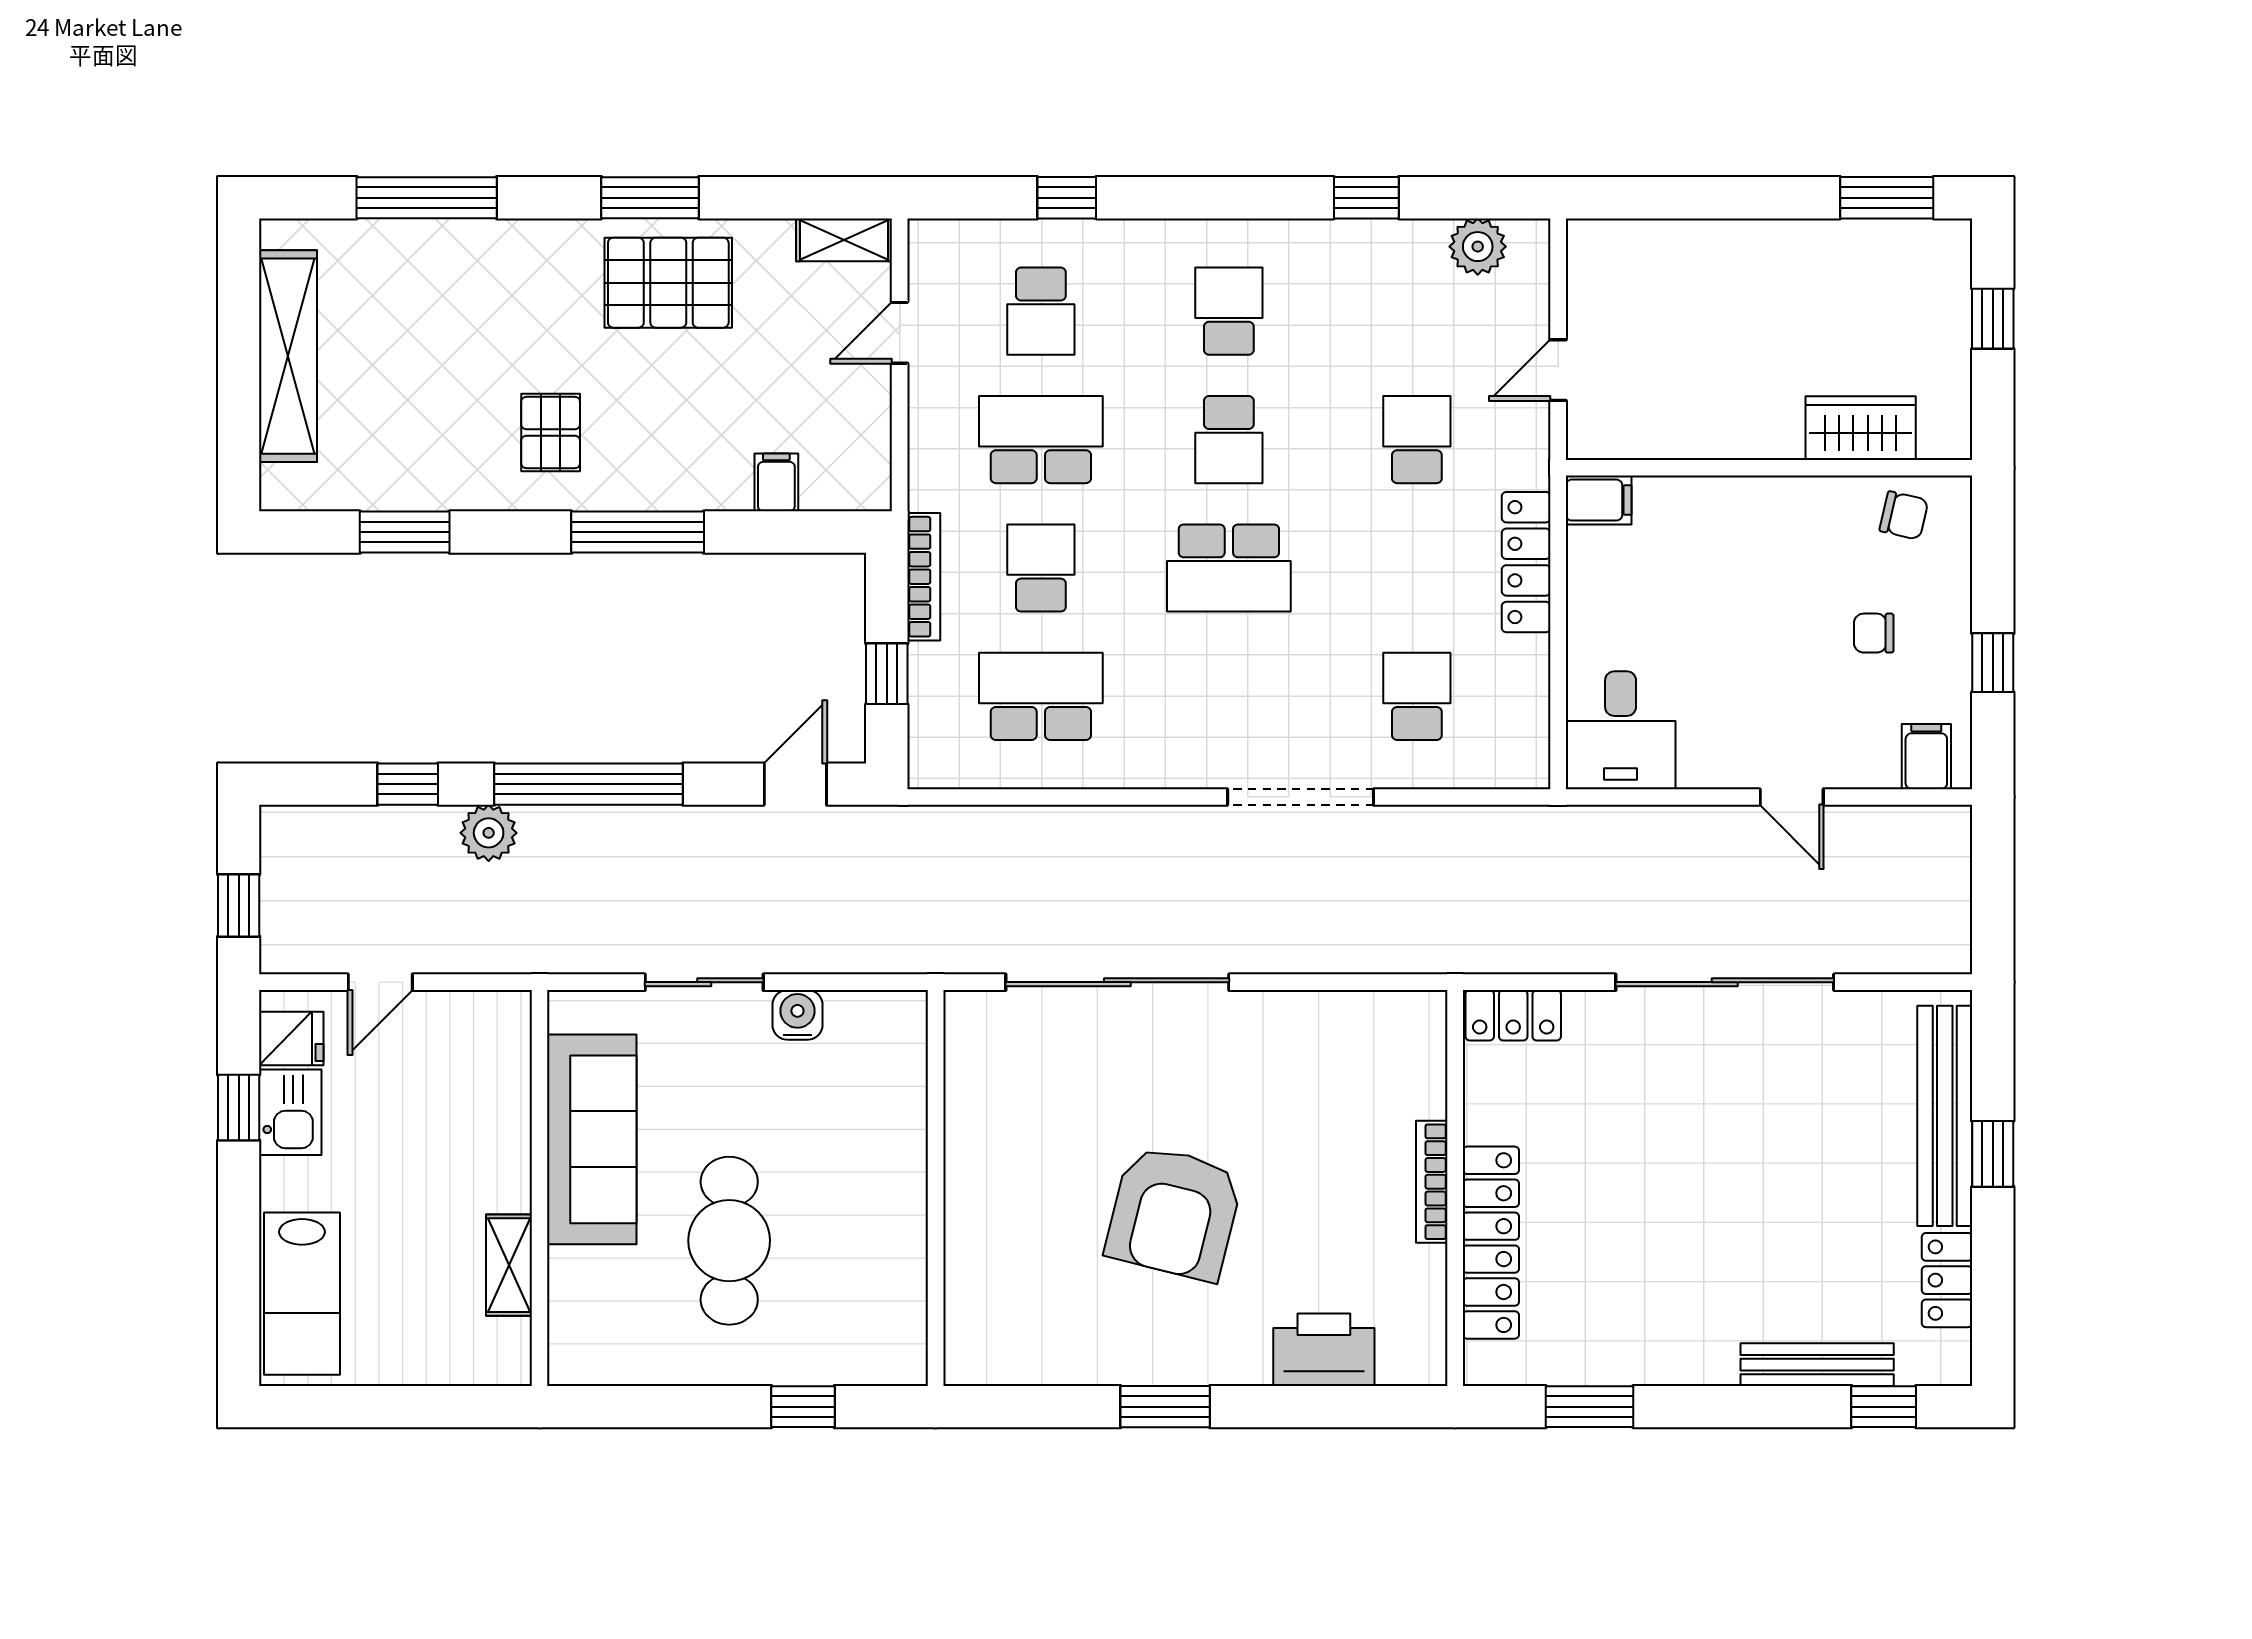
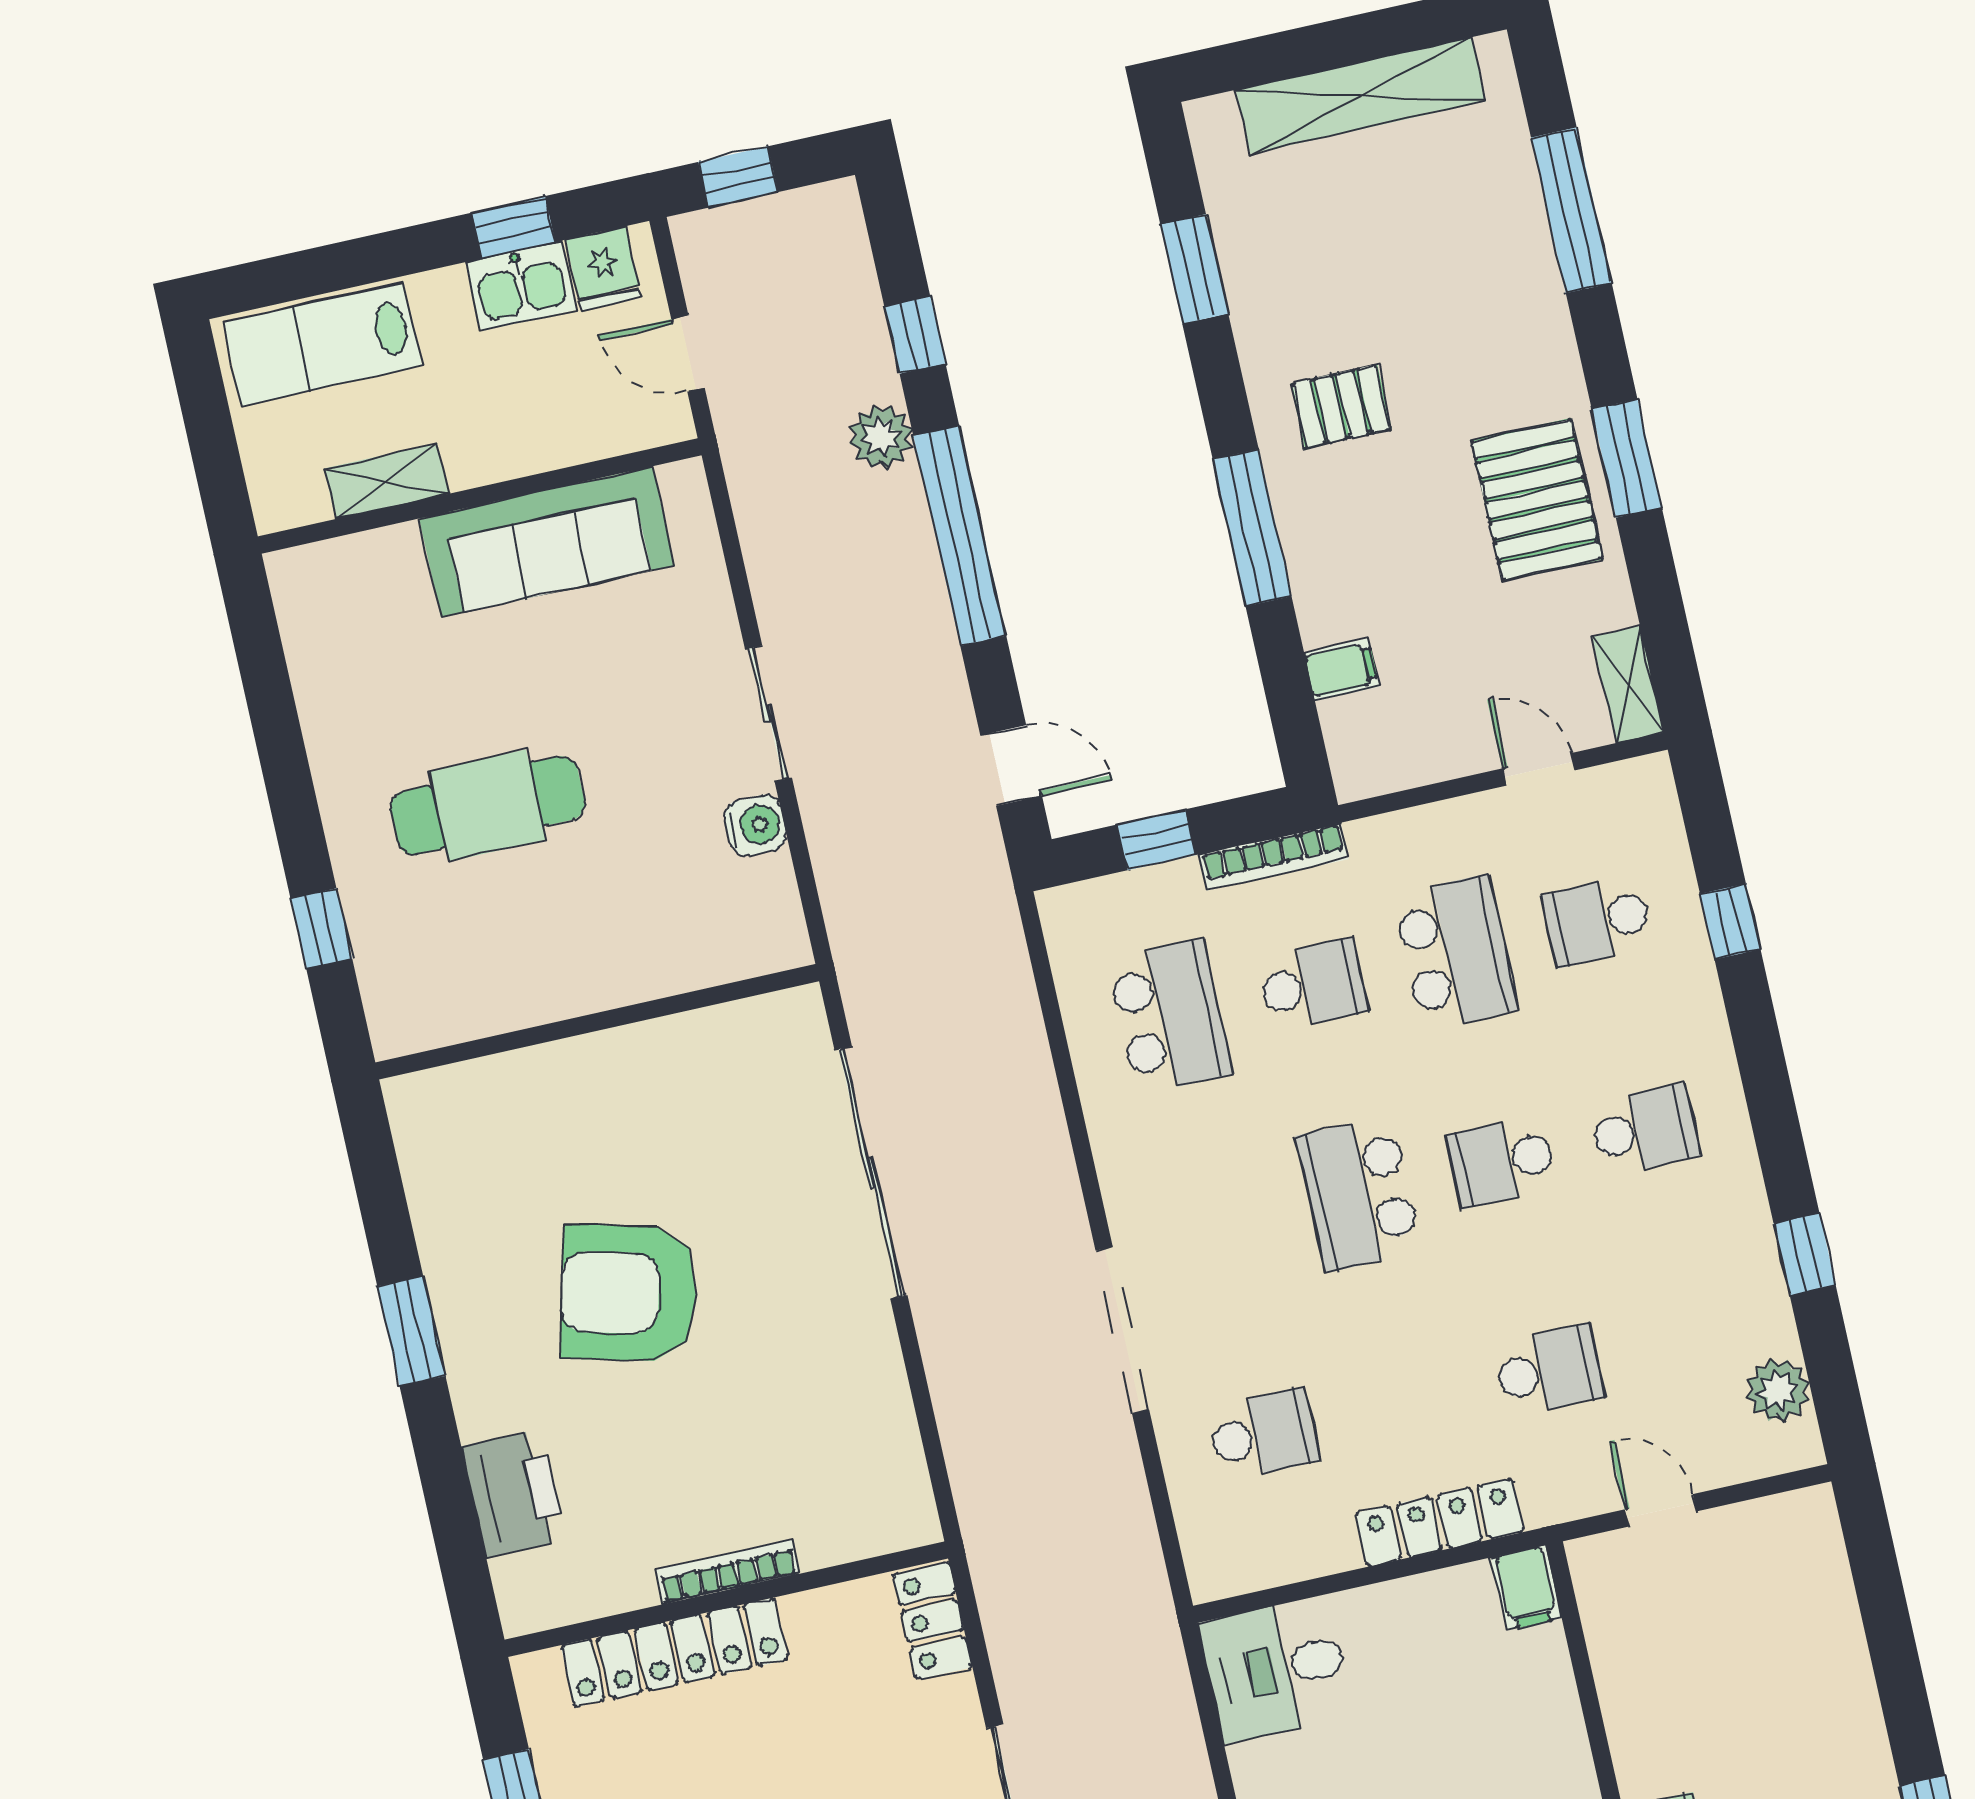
sofa: (592, 1139) -> (547, 542), moved
wall: (540, 1188) -> (480, 496), moved
shelving: (509, 1265) -> (386, 481), moved

